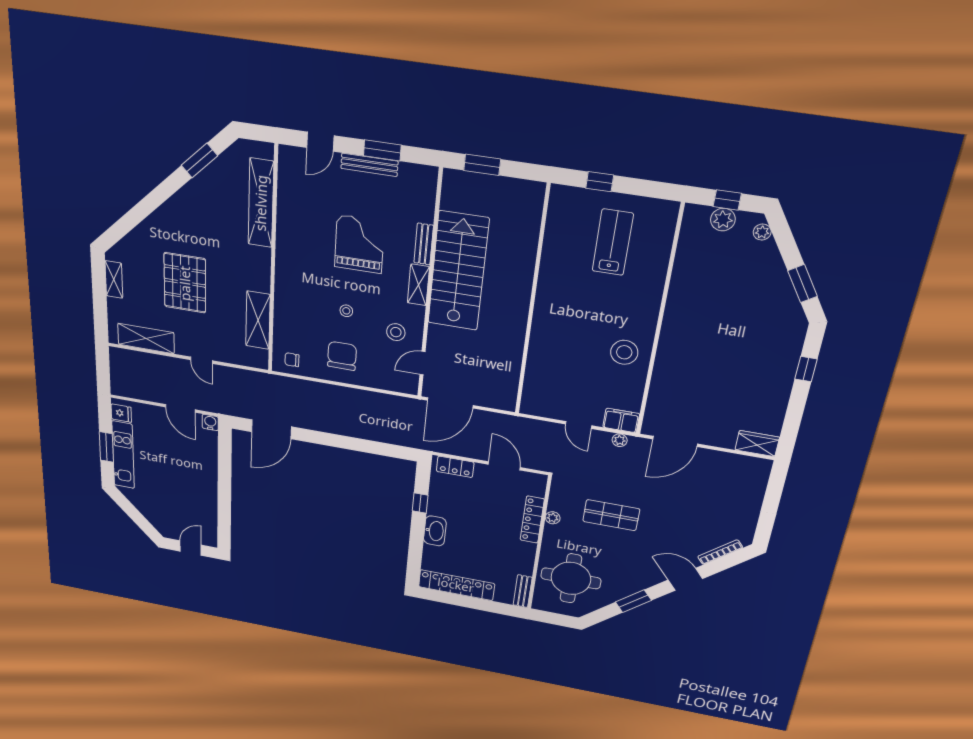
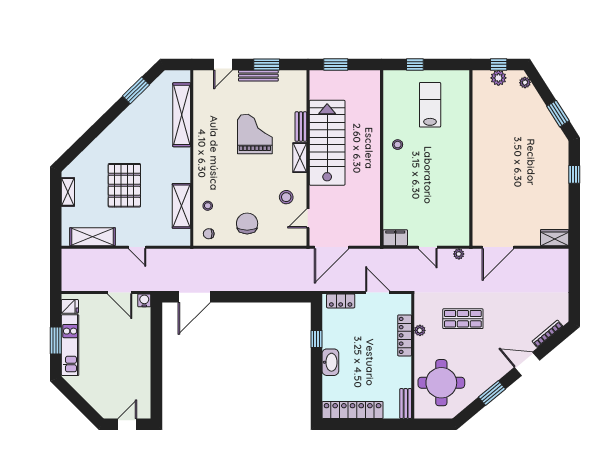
stool: (346, 311) -> (208, 206), moved
stool: (624, 352) -> (398, 145), moved, width x0.53, depth x0.53
filing cabinet: (621, 420) -> (395, 238), moved

